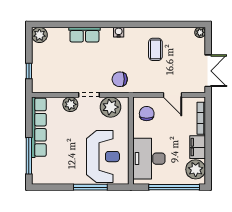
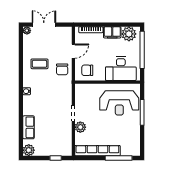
row of seats: (84, 35) -> (28, 127), moved
double door: (208, 71) -> (44, 25), moved
chair: (120, 79) -> (62, 69), moved
plant: (111, 107) -> (82, 97), removed
reception desk: (103, 157) -> (119, 103), turned 180

